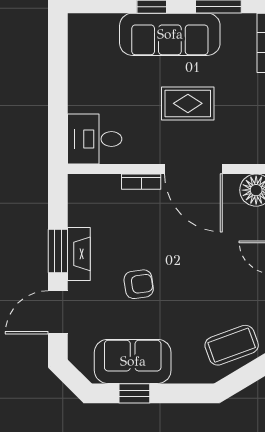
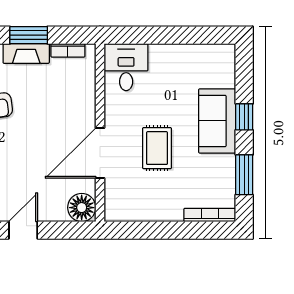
sofa: (170, 34) -> (217, 121), width x0.73
bookcase: (141, 182) -> (68, 50), moved, turned -90

